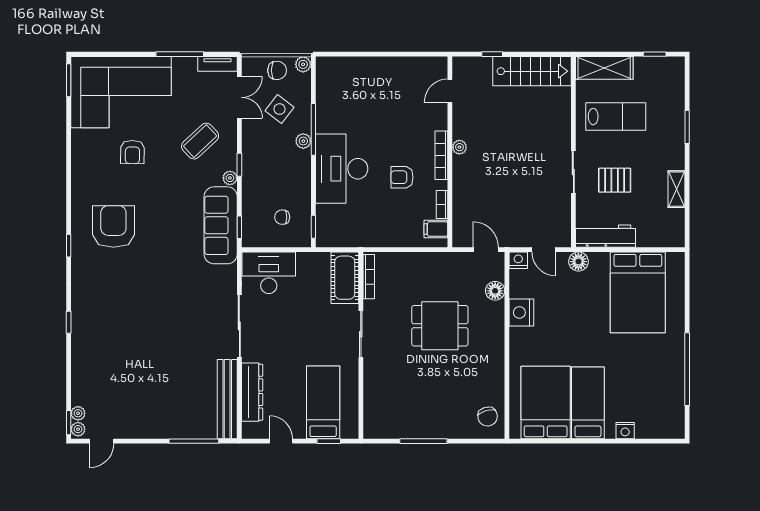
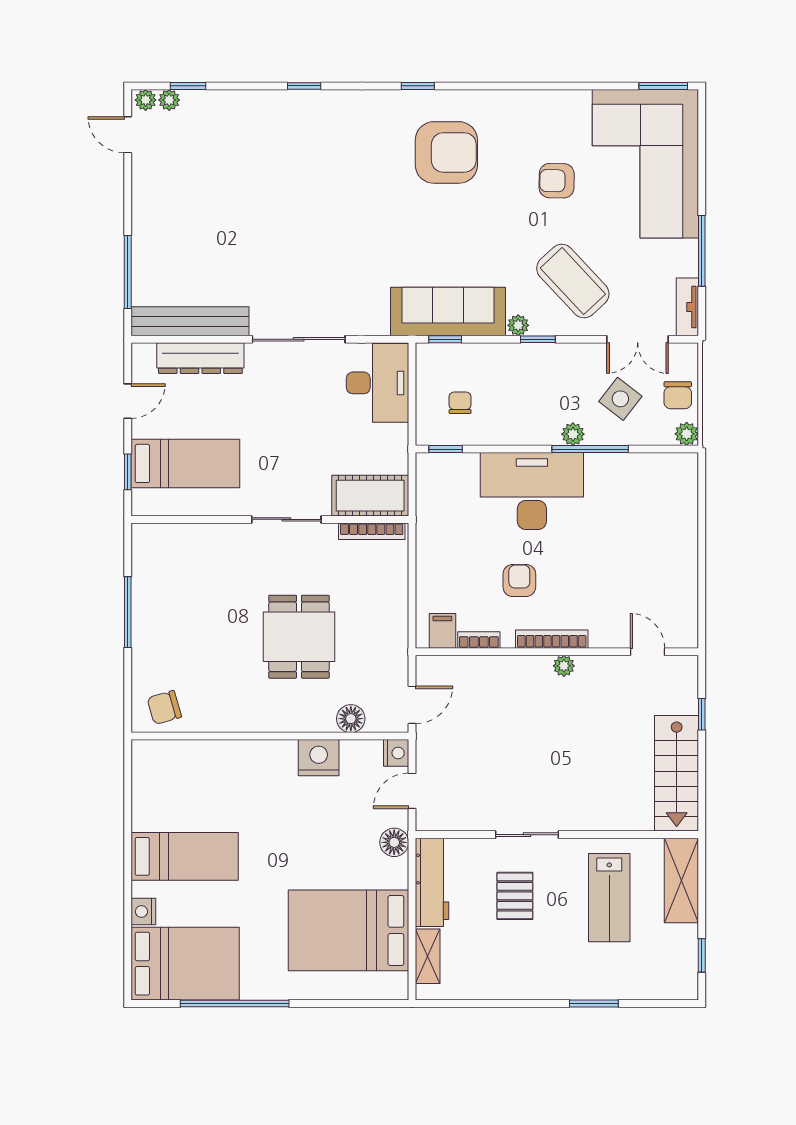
coffee table: (200, 141) -> (573, 281), width x1.36, depth x1.32
shelving: (677, 189) -> (428, 956), moved, turned 90
bed: (546, 403) -> (185, 964), moved
window: (69, 423) -> (188, 86), moved

